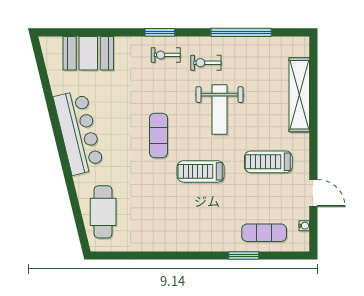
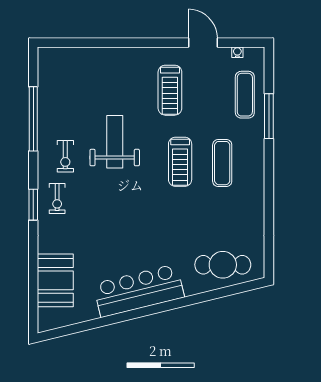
shelving: (299, 95) -> (99, 57), removed
weight bench: (219, 110) -> (115, 142), turned -90
exercise mat: (158, 135) -> (222, 163), moved, turned 90
door: (313, 193) -> (203, 43), hinge flipped
window: (244, 256) -> (269, 116), width x1.44

